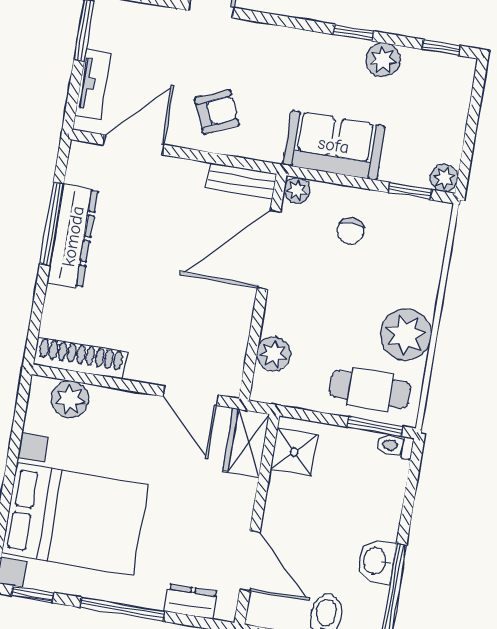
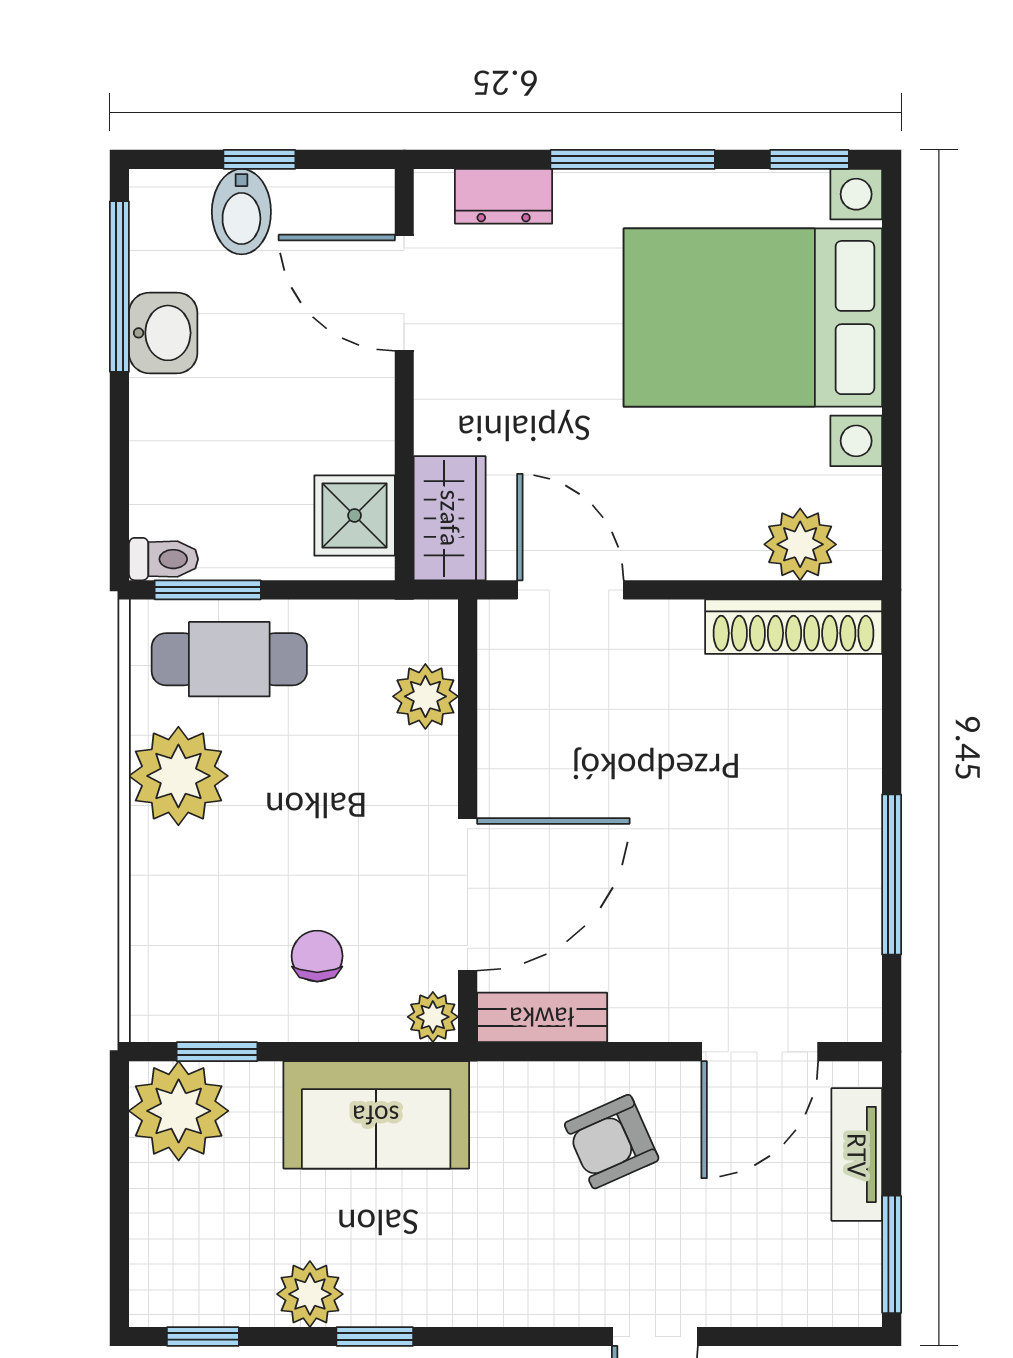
plant: (444, 178) -> (179, 1111), width x1.88, depth x1.88
dresser: (73, 236) -> (847, 857), removed

